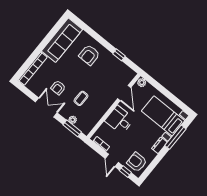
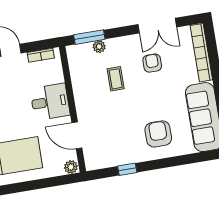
double door: (46, 107) -> (157, 26), moved

